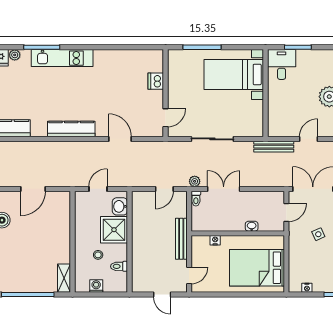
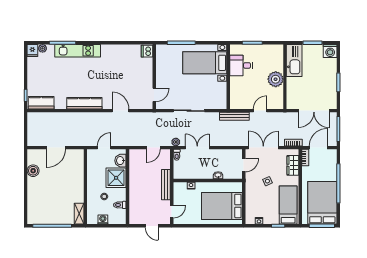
desk: (282, 64) -> (241, 65), moved, turned -90
dishwasher: (156, 81) -> (147, 51), moved

